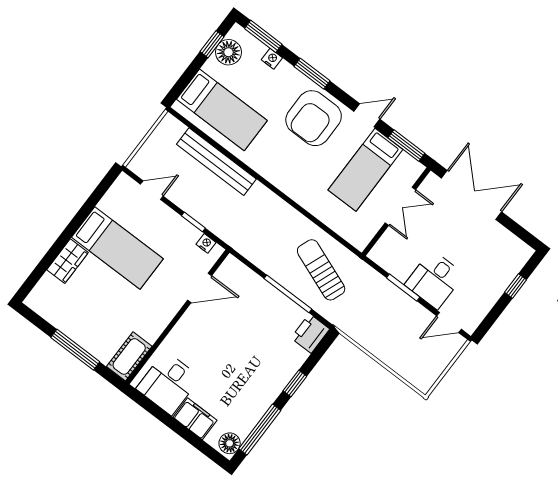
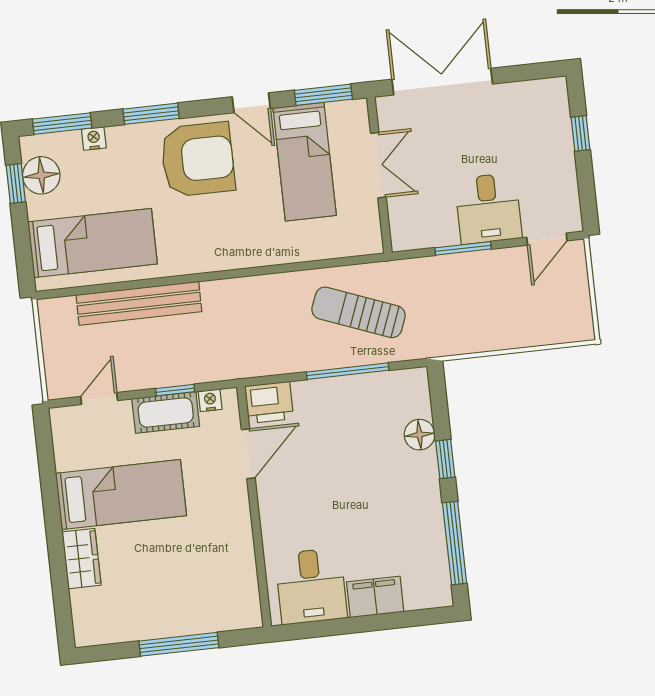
door: (367, 115) -> (251, 103), swing flipped
armchair: (314, 118) -> (198, 159), turned -90
printer: (310, 334) -> (269, 402), moved, turned -90
cot: (129, 356) -> (166, 412), moved, turned 90
floor lamp: (230, 443) -> (420, 435), moved

